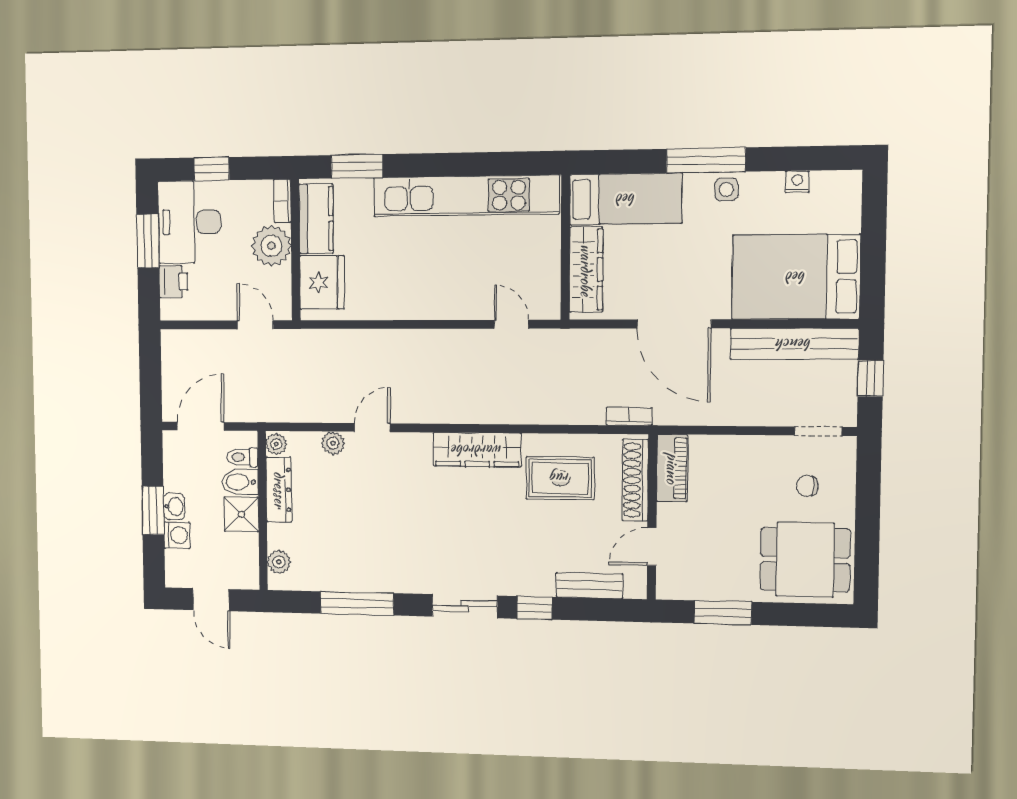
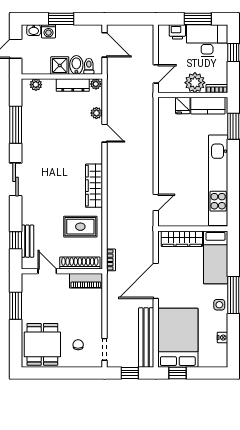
window: (873, 277) -> (178, 373), added
fridge: (322, 282) -> (183, 105), width x0.53, depth x0.75
rug: (560, 478) -> (80, 227), turned 90
washbasin: (174, 506) -> (34, 30), moved
window: (535, 608) -> (16, 240), moved

